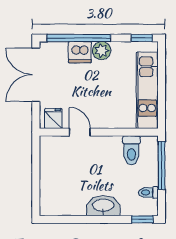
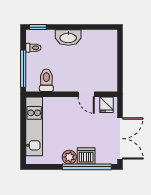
window: (142, 38) -> (38, 167), removed

